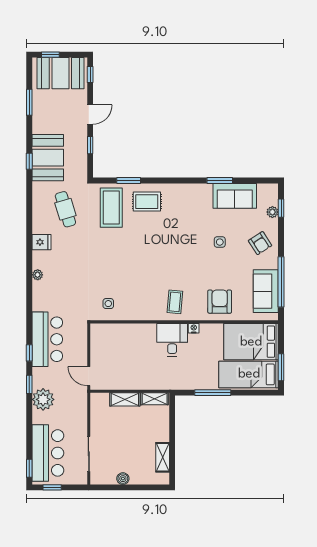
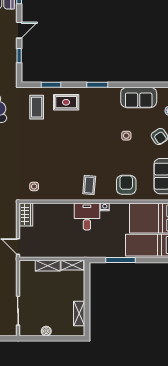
window: (220, 180) -> (97, 85), moved
coffee table: (111, 208) -> (37, 107), width x0.73, depth x0.76
wardrobe: (98, 337) -> (26, 214), added

